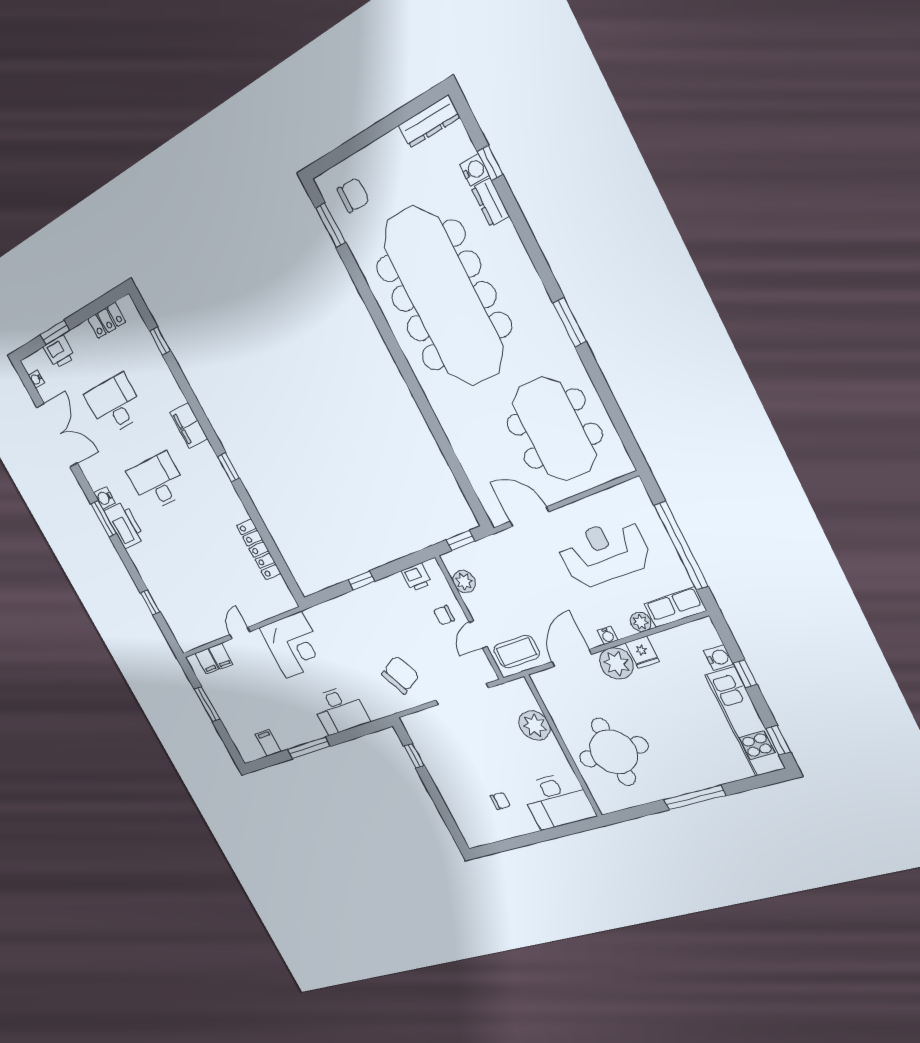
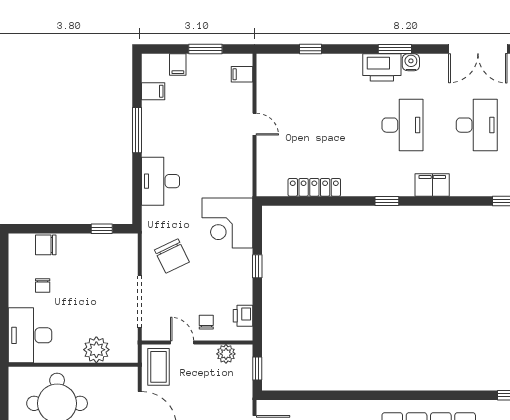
corner desk: (294, 645) -> (227, 223), moved
filing cabinet: (221, 656) -> (178, 65), moved, turned -90
chair: (460, 808) -> (46, 245), added

